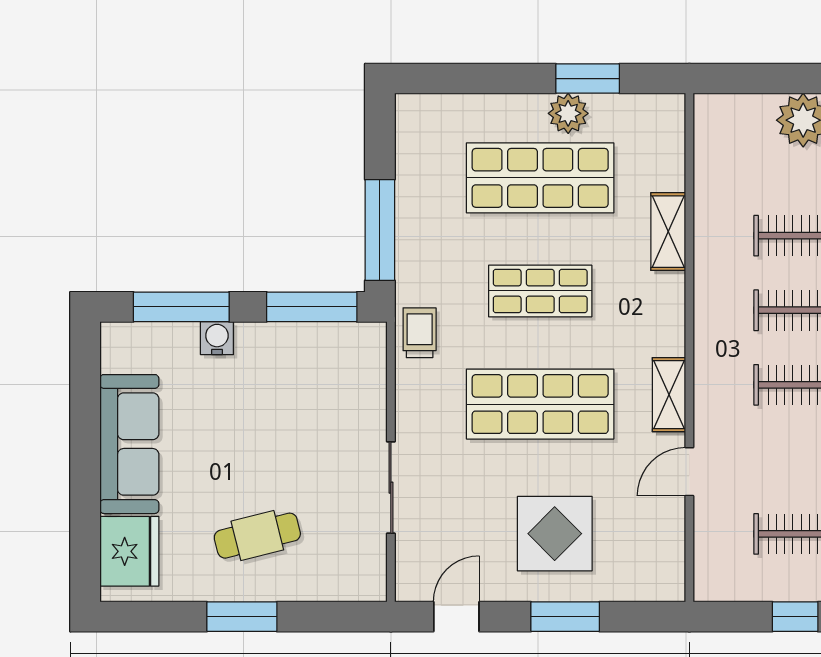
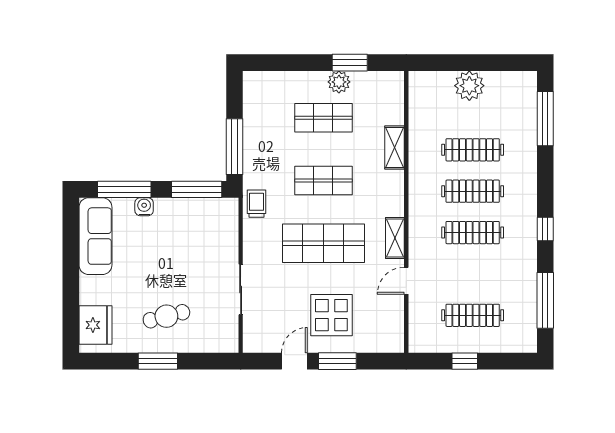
shop shelf: (540, 178) -> (323, 118), width x0.70, depth x0.74
sofa: (129, 444) -> (95, 236), moved
door: (456, 617) -> (294, 361), moved

